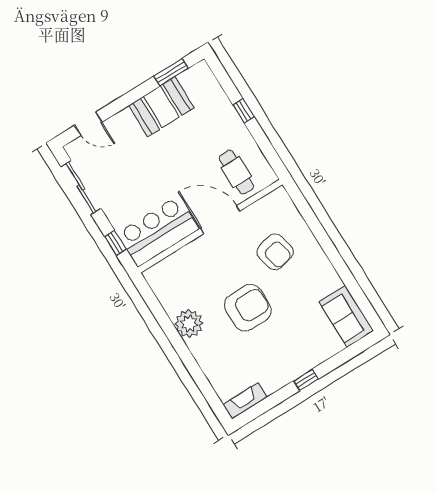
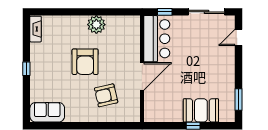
booth: (161, 107) -> (201, 110), moved, turned 90
cafe table: (236, 172) -> (162, 101), removed

